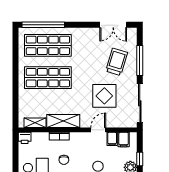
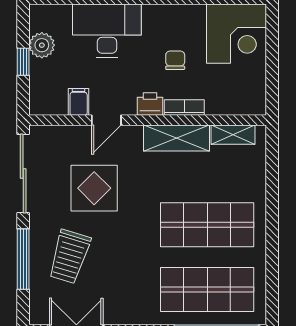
printer: (25, 138) -> (150, 104), moved
filing cabinet: (124, 140) -> (55, 101), removed

